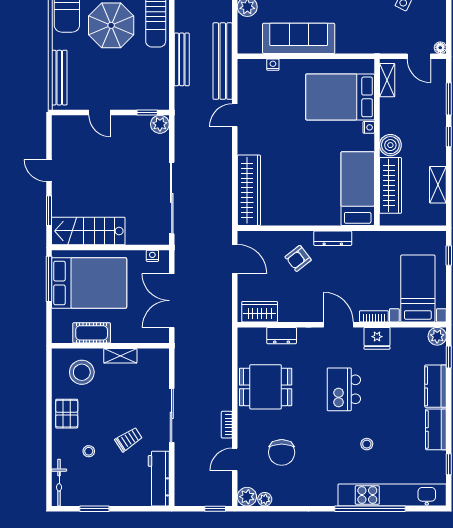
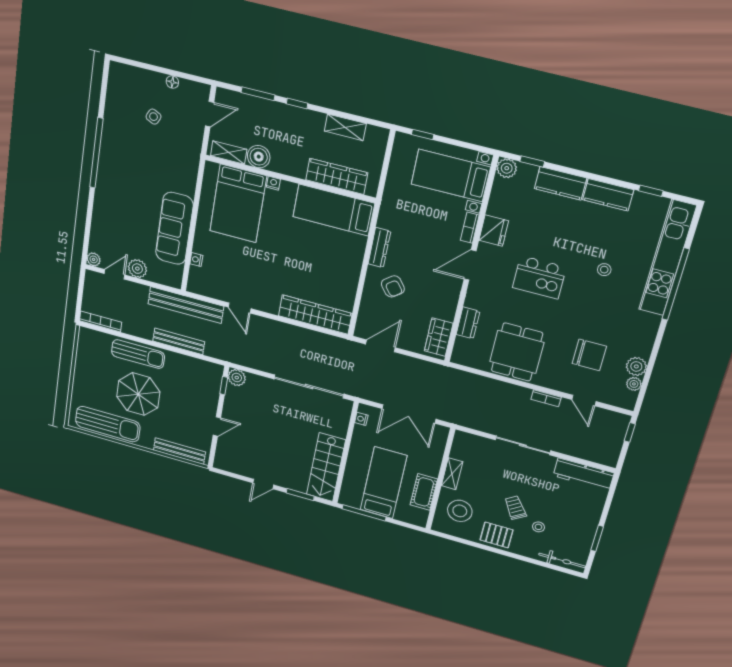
floor lamp: (440, 48) -> (172, 82), moved
boiler: (390, 145) -> (259, 157), moved
bed: (89, 283) -> (383, 483), width x0.67
trolley: (129, 439) -> (515, 508), moved
plant: (247, 497) -> (636, 366), moved

